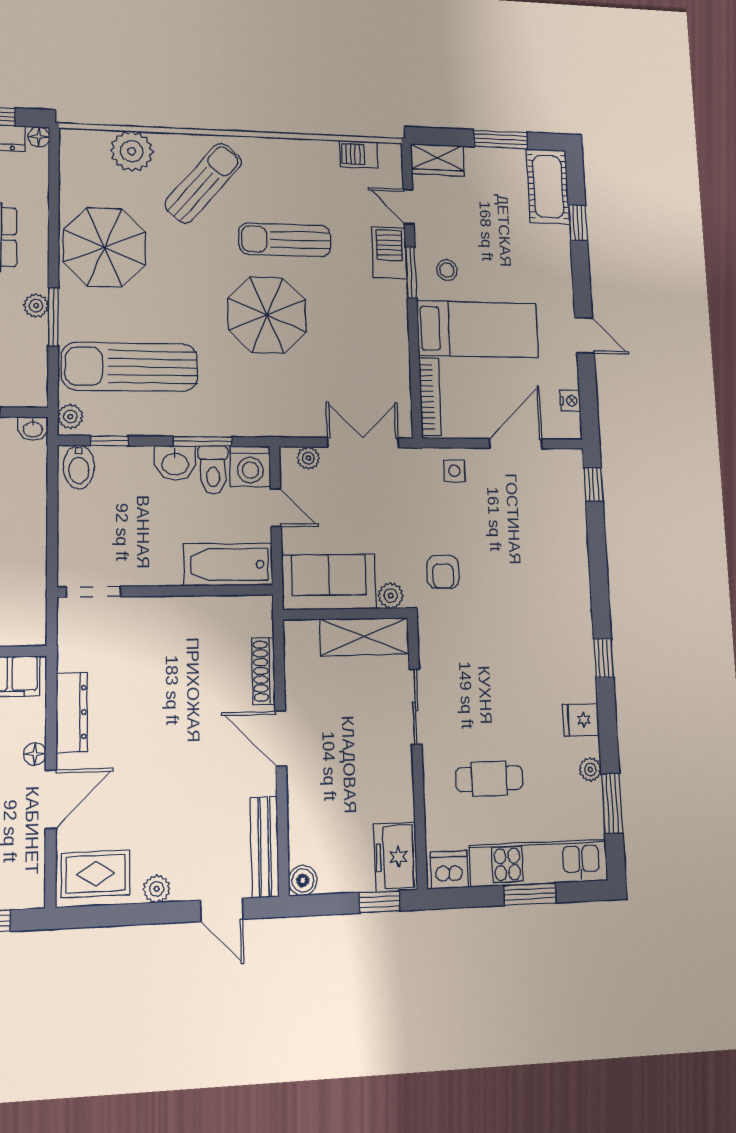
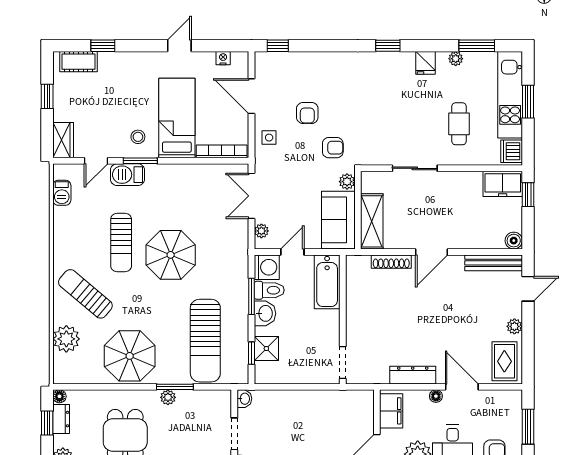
window: (500, 139) -> (47, 96), width x0.67
cot: (548, 187) -> (79, 62), width x0.73, depth x0.75
plant: (70, 417) -> (237, 376), removed
shower: (117, 465) -> (266, 349), added
bidet: (79, 467) -> (268, 371), removed
armchair: (495, 531) -> (307, 113), added
shelving: (364, 637) -> (372, 221), moved

